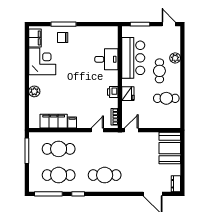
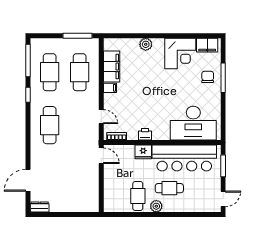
bar counter: (133, 58) -> (184, 158), width x1.36
plant: (175, 58) -> (156, 206), moved
desk: (106, 59) -> (193, 123), width x1.87, depth x1.30
booth: (170, 148) -> (81, 200), removed

